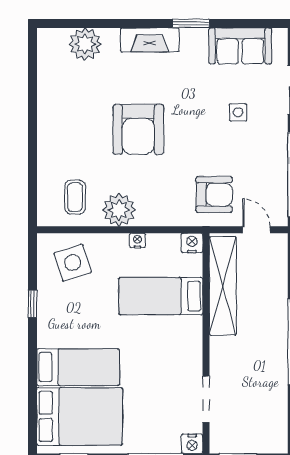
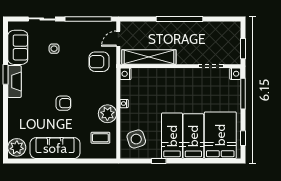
fireplace: (150, 40) -> (14, 82), moved
plant: (85, 44) -> (17, 147), moved
sofa: (56, 114) -> (55, 148), added
armchair: (138, 129) -> (63, 103), width x0.53, depth x0.53
armchair: (214, 195) -> (99, 62), turned -90
bed: (161, 296) -> (172, 136), moved, turned 180

